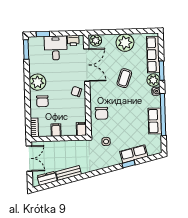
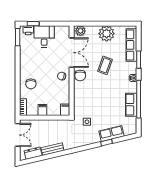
printer: (73, 41) -> (28, 30), moved
plant: (153, 80) -> (131, 68), removed
plant: (37, 82) -> (27, 67), removed
chair: (102, 113) -> (80, 76), moved

